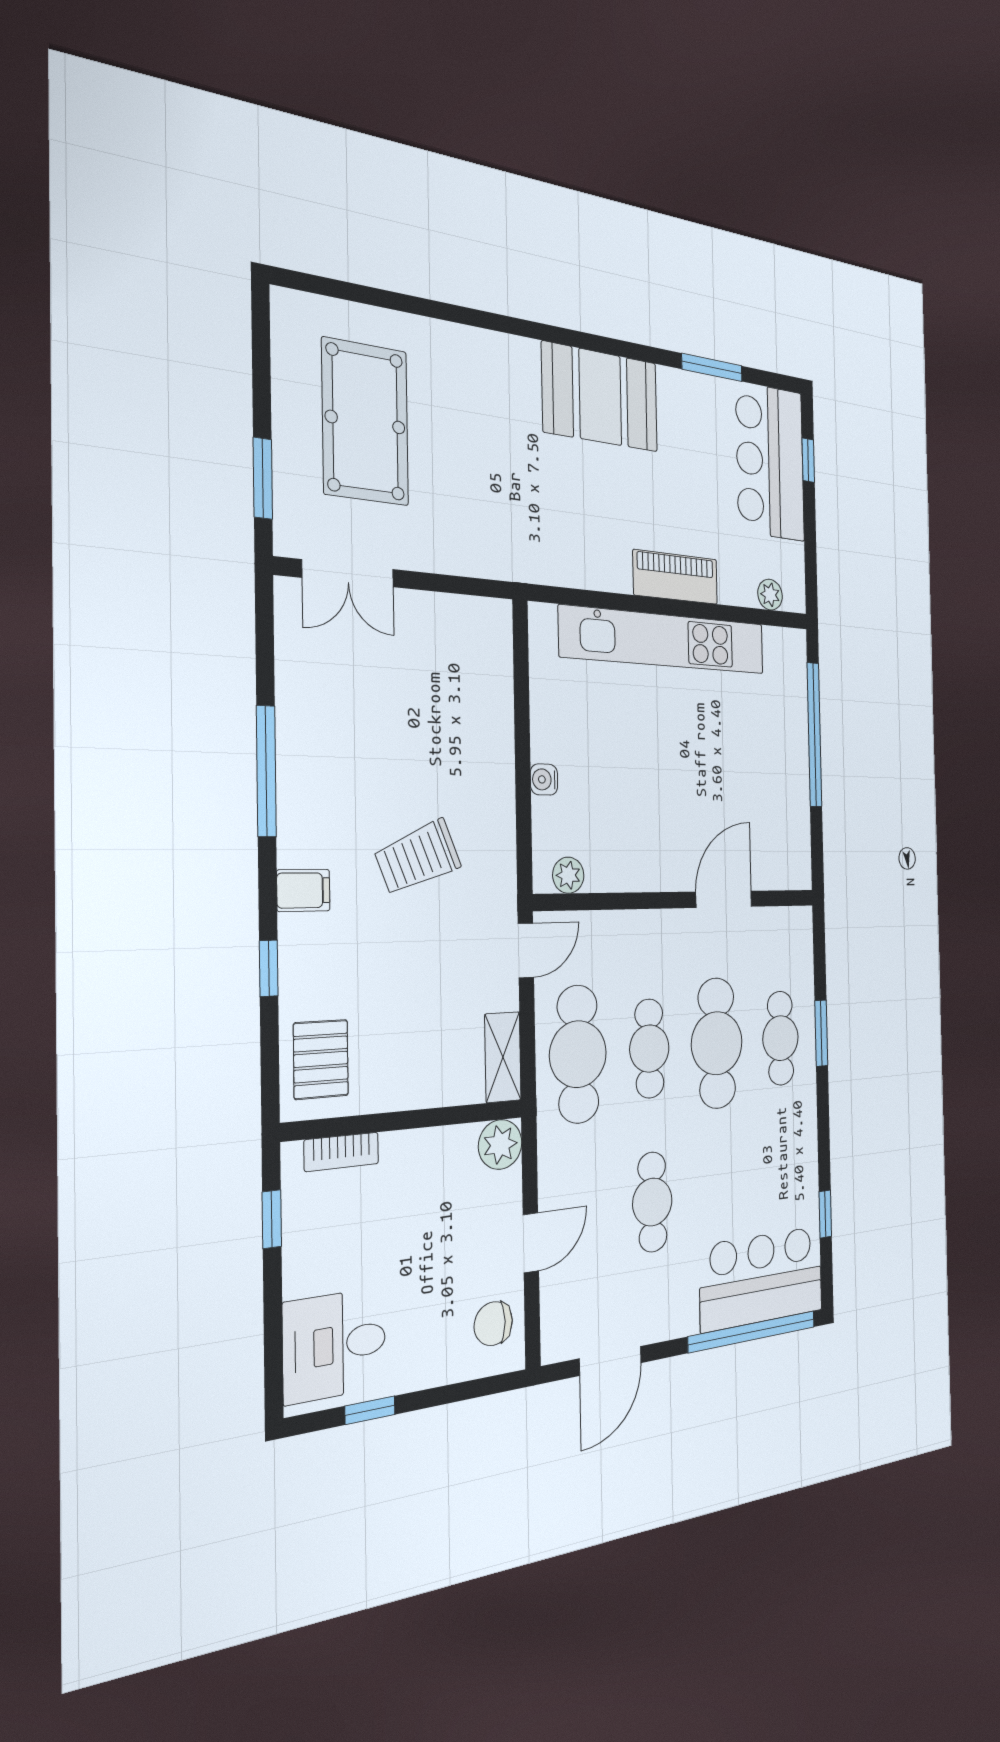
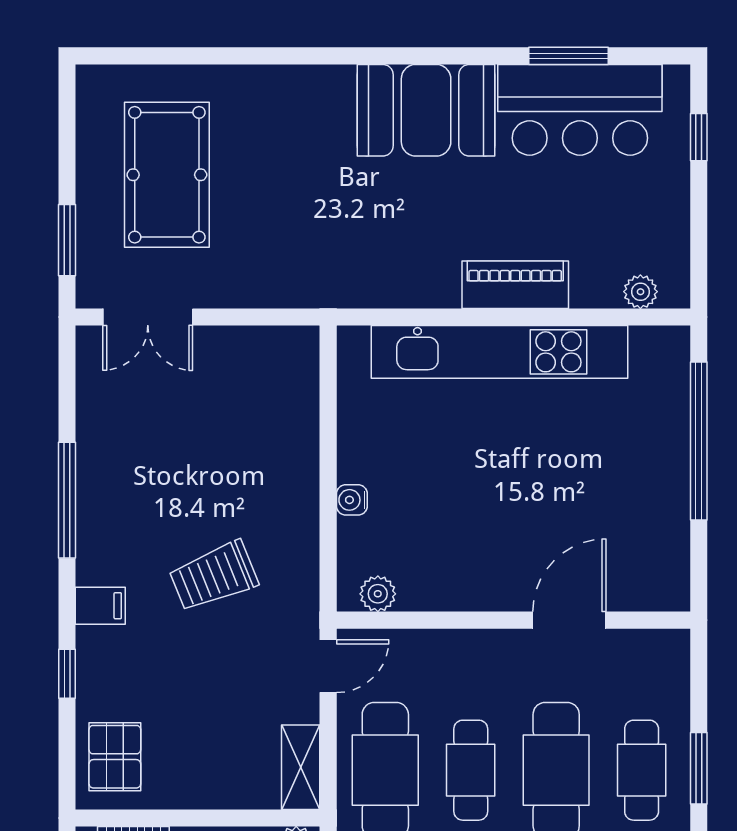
bar counter: (770, 462) -> (580, 110), moved, turned -90

